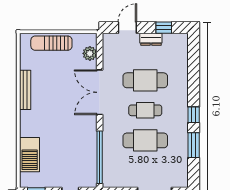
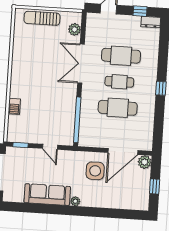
dresser: (151, 39) -> (151, 22), moved
bench: (25, 90) -> (17, 57), removed
window: (194, 145) -> (159, 115), removed
barbecue: (30, 155) -> (14, 106), width x0.53, depth x0.65

